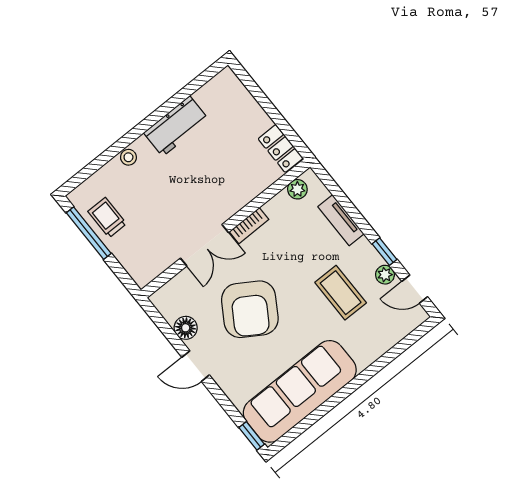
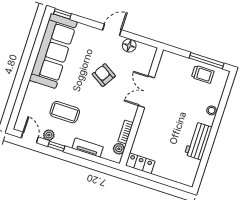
bookcase: (249, 226) -> (126, 132), moved
door: (415, 289) -> (30, 138), hinge flipped
armchair: (250, 309) -> (104, 75), width x0.53, depth x0.53

